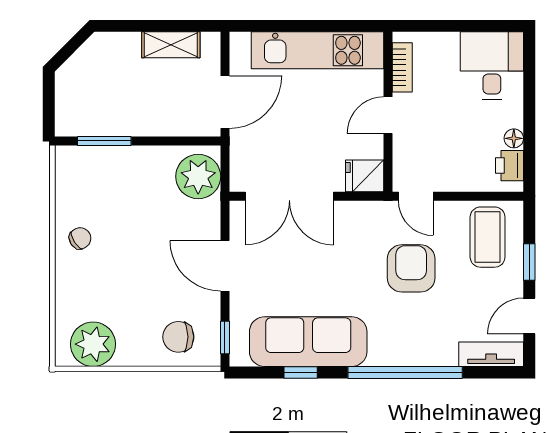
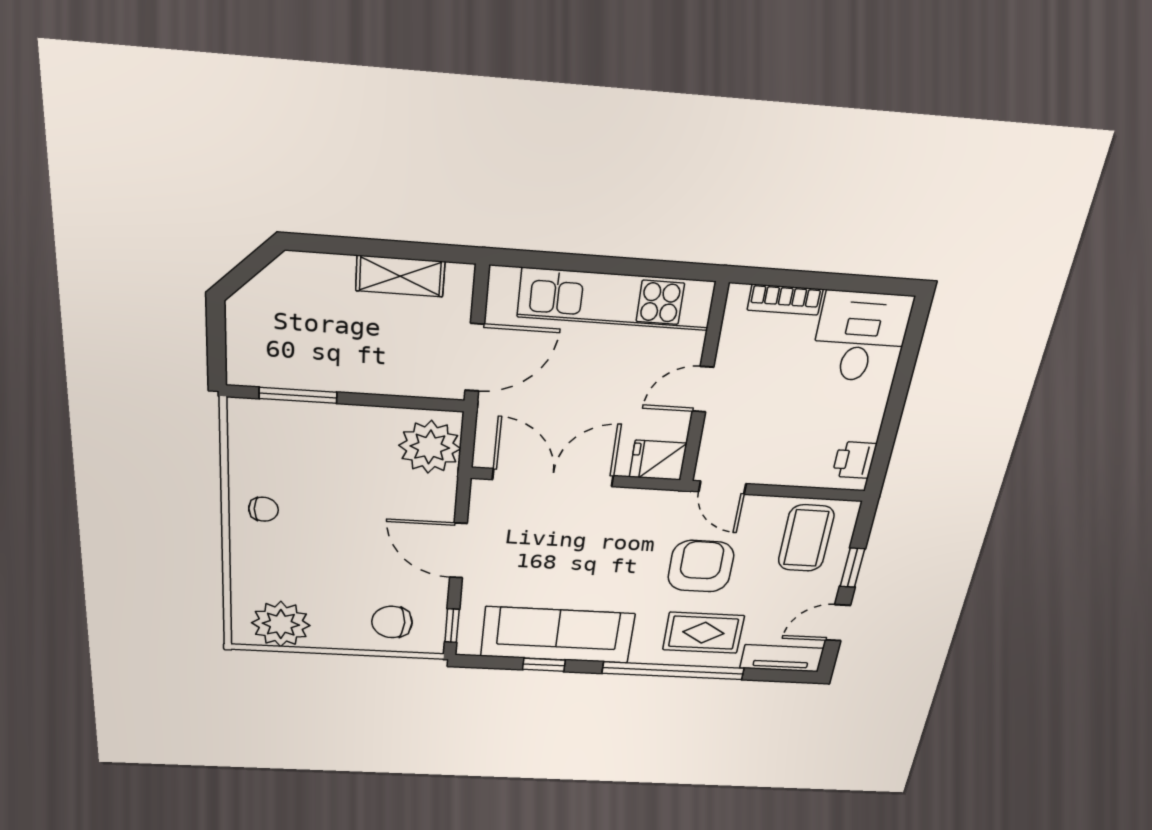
bookcase: (402, 67) -> (785, 300), moved, turned 90
floor lamp: (514, 138) -> (868, 429), removed
double door: (289, 196) -> (553, 478), swing flipped
chair: (80, 238) -> (263, 509), turned 33
rug: (424, 332) -> (703, 633), added

